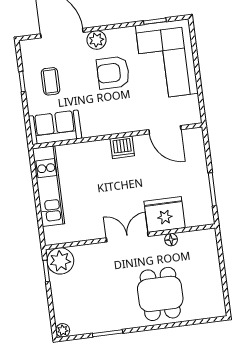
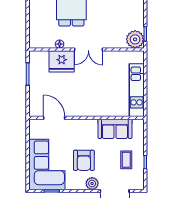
armchair: (113, 73) -> (84, 160), turned 90
sofa: (55, 127) -> (115, 129), moved
dishwasher: (122, 147) -> (84, 110), removed

